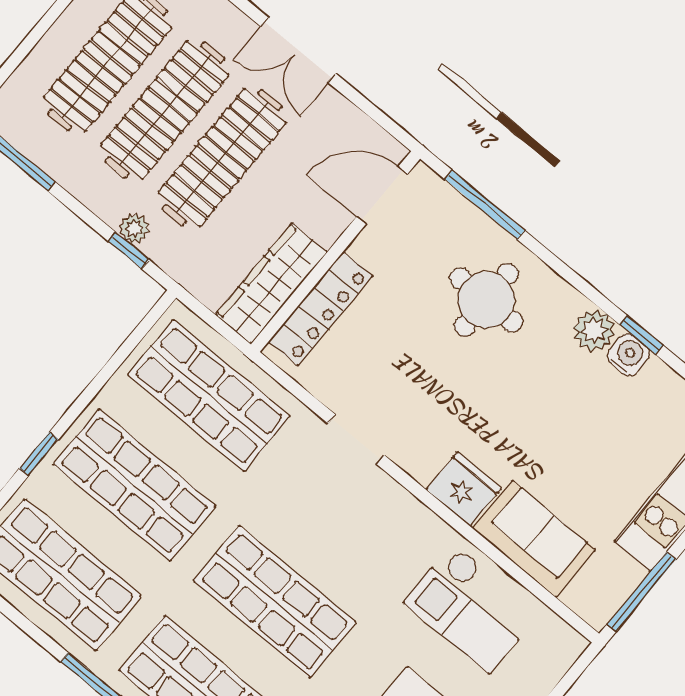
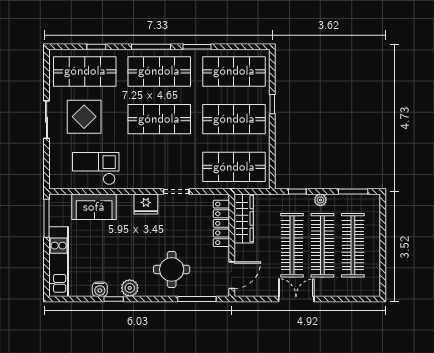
plant: (134, 228) -> (320, 200), moved
water cooler: (628, 355) -> (100, 289), moved
fridge: (464, 489) -> (146, 204), moved

